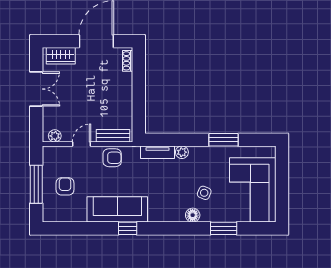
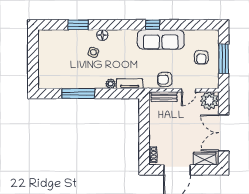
double door: (36, 89) -> (224, 133), width x1.37
plant: (55, 136) -> (209, 101), width x1.87, depth x1.87
window: (224, 140) -> (78, 94), width x1.44
corner sofa: (253, 190) -> (56, 55), removed

